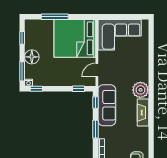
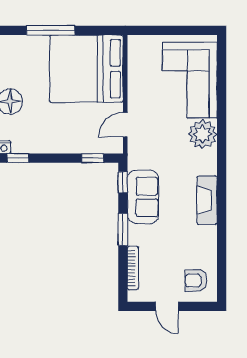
corner sofa: (120, 35) -> (190, 80), moved, turned 90
plant: (140, 90) -> (203, 134), moved
sofa: (107, 105) -> (143, 197), width x0.73

